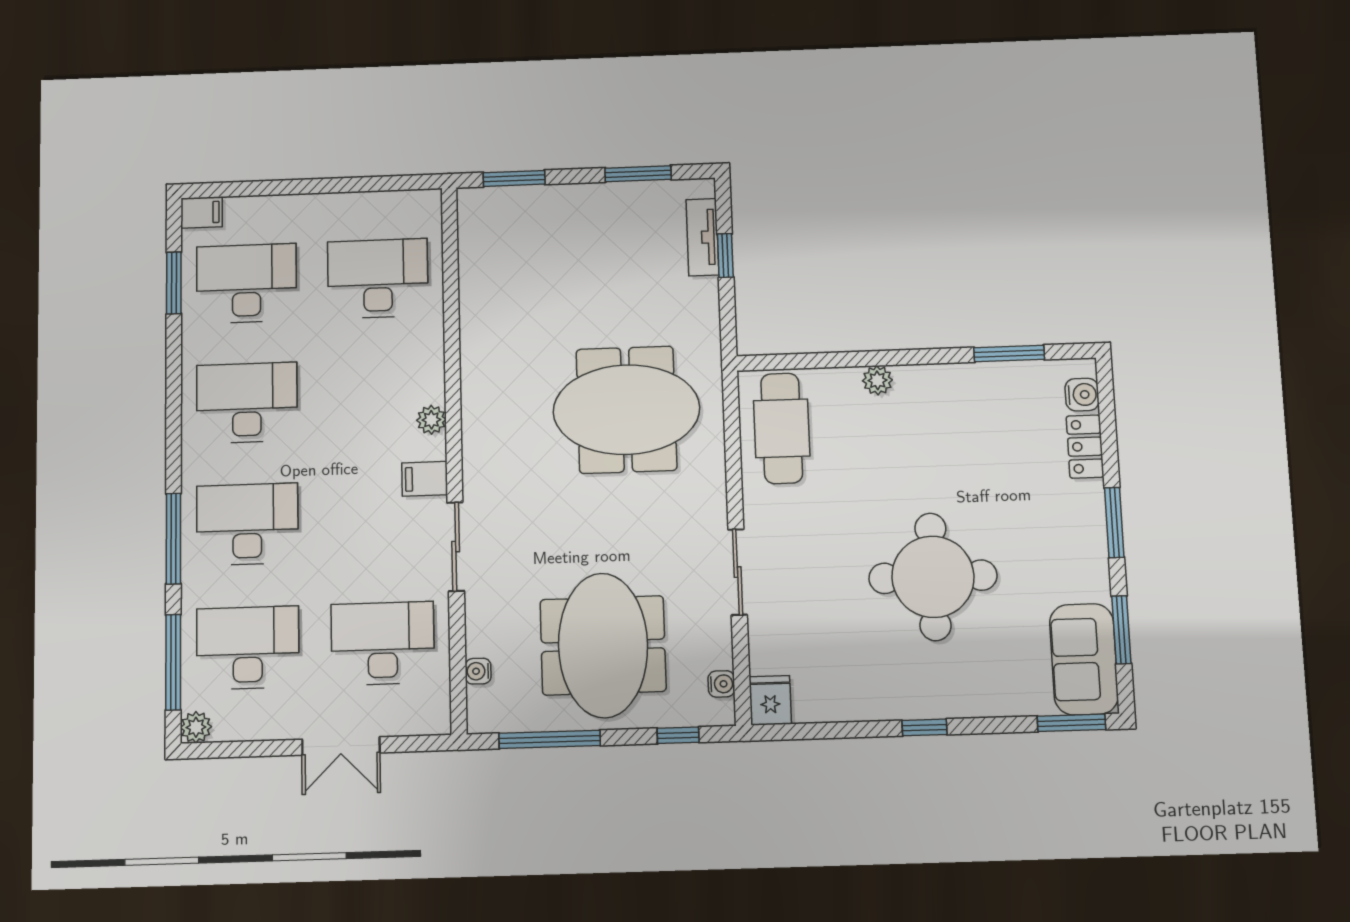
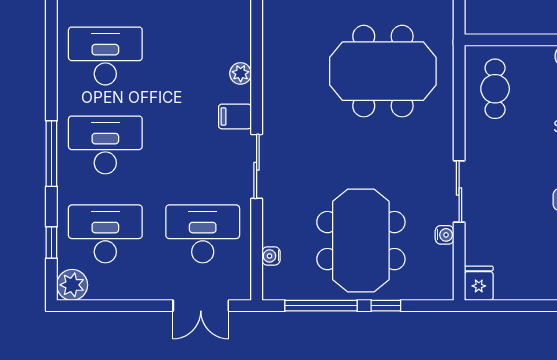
cafe table: (782, 428) -> (495, 89), width x0.73, depth x0.74
window: (173, 662) -> (51, 242), width x0.46
water cooler: (721, 684) -> (445, 235), moved
plant: (196, 727) -> (72, 285), width x1.38, depth x1.38
window: (678, 735) -> (386, 306), moved
double door: (341, 746) -> (201, 306), moved

